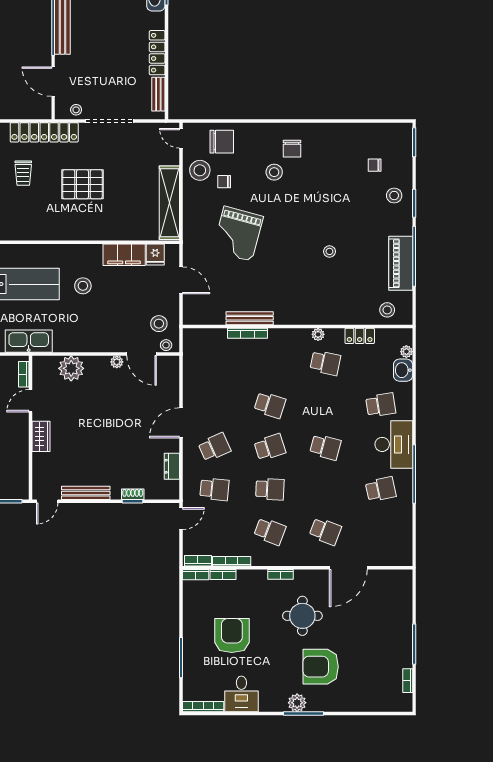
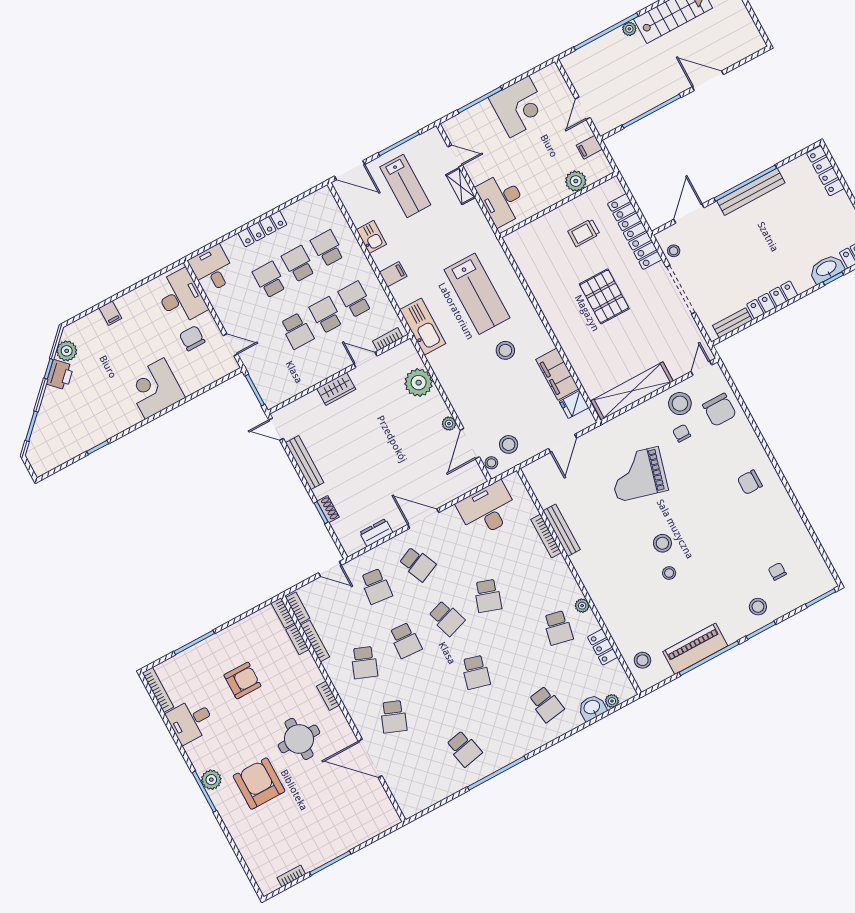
stool: (274, 172) -> (662, 543), moved
desk: (394, 444) -> (488, 510), moved, turned 180
armchair: (232, 636) -> (242, 681), width x0.73, depth x0.73

